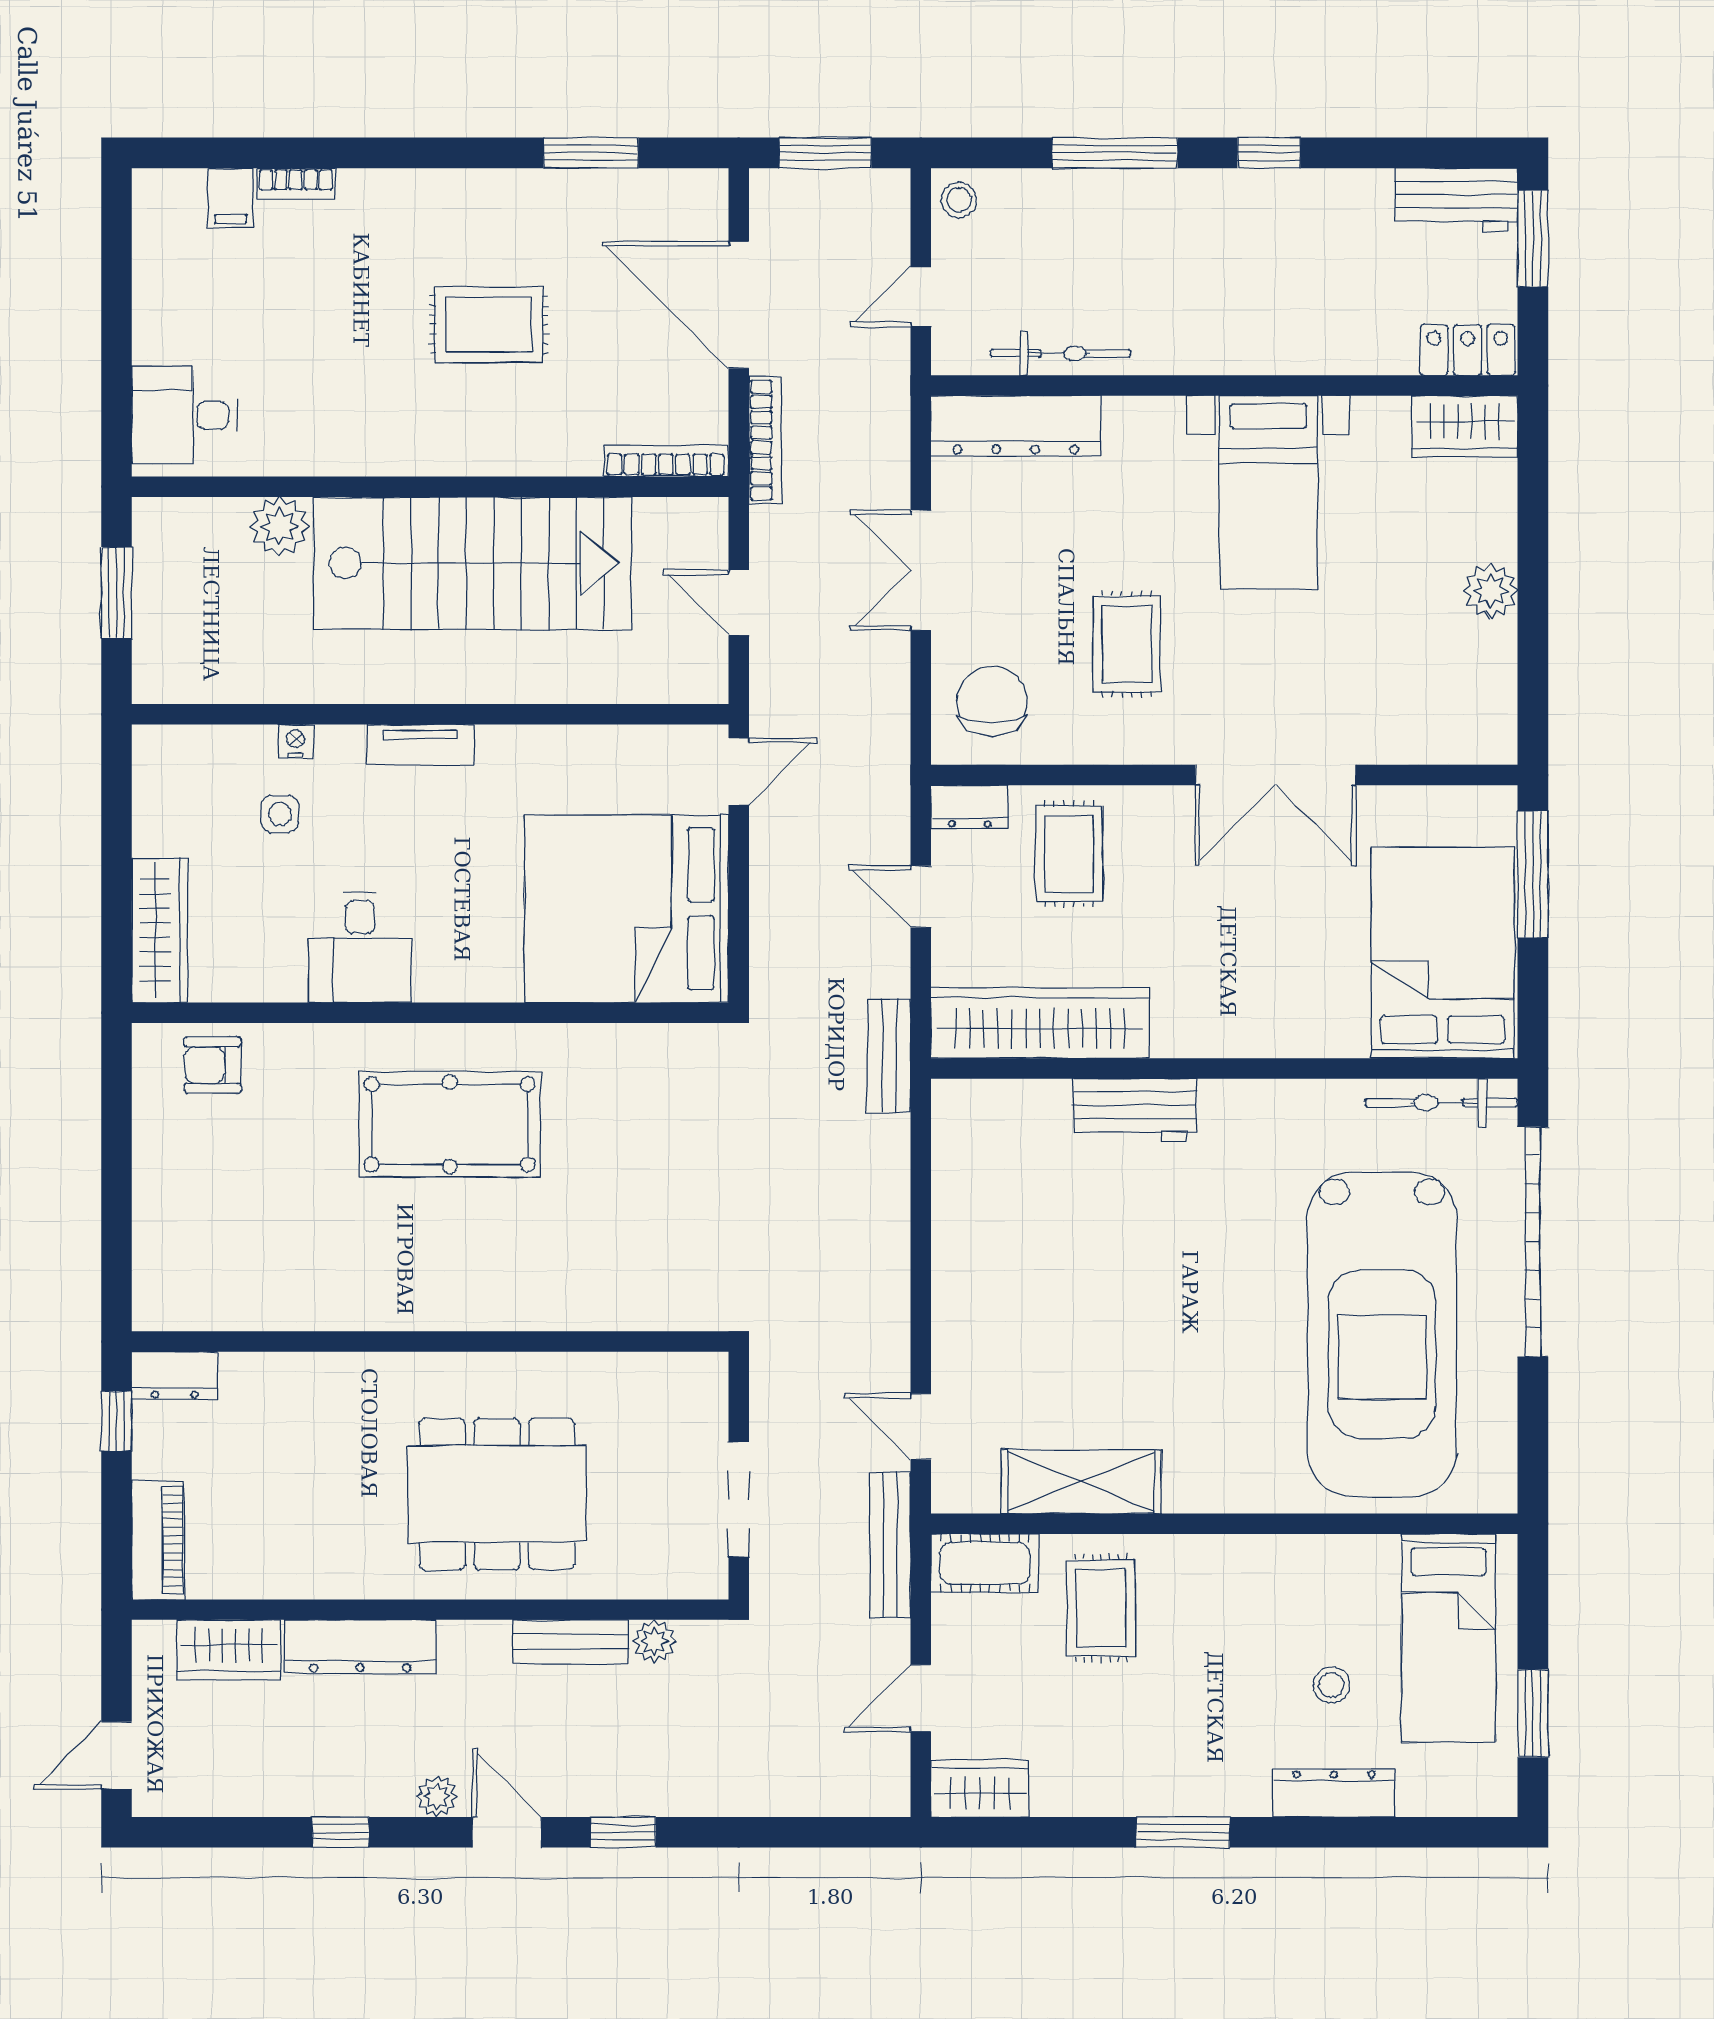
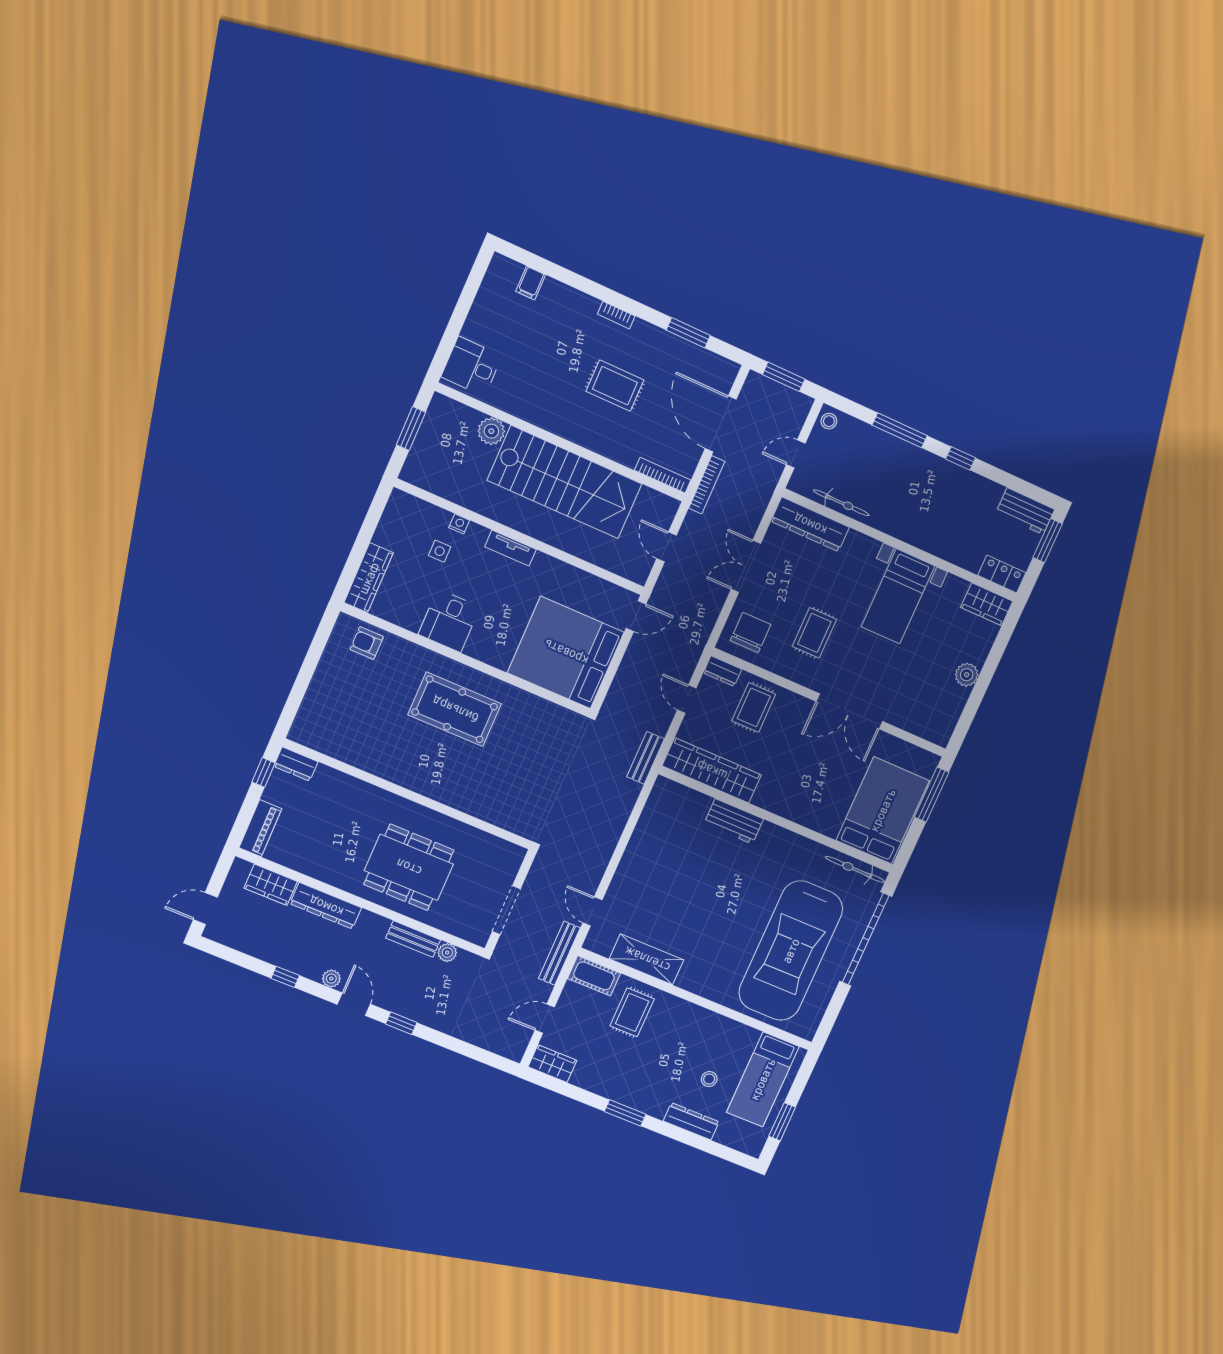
bookcase: (296, 184) -> (616, 315), moved

